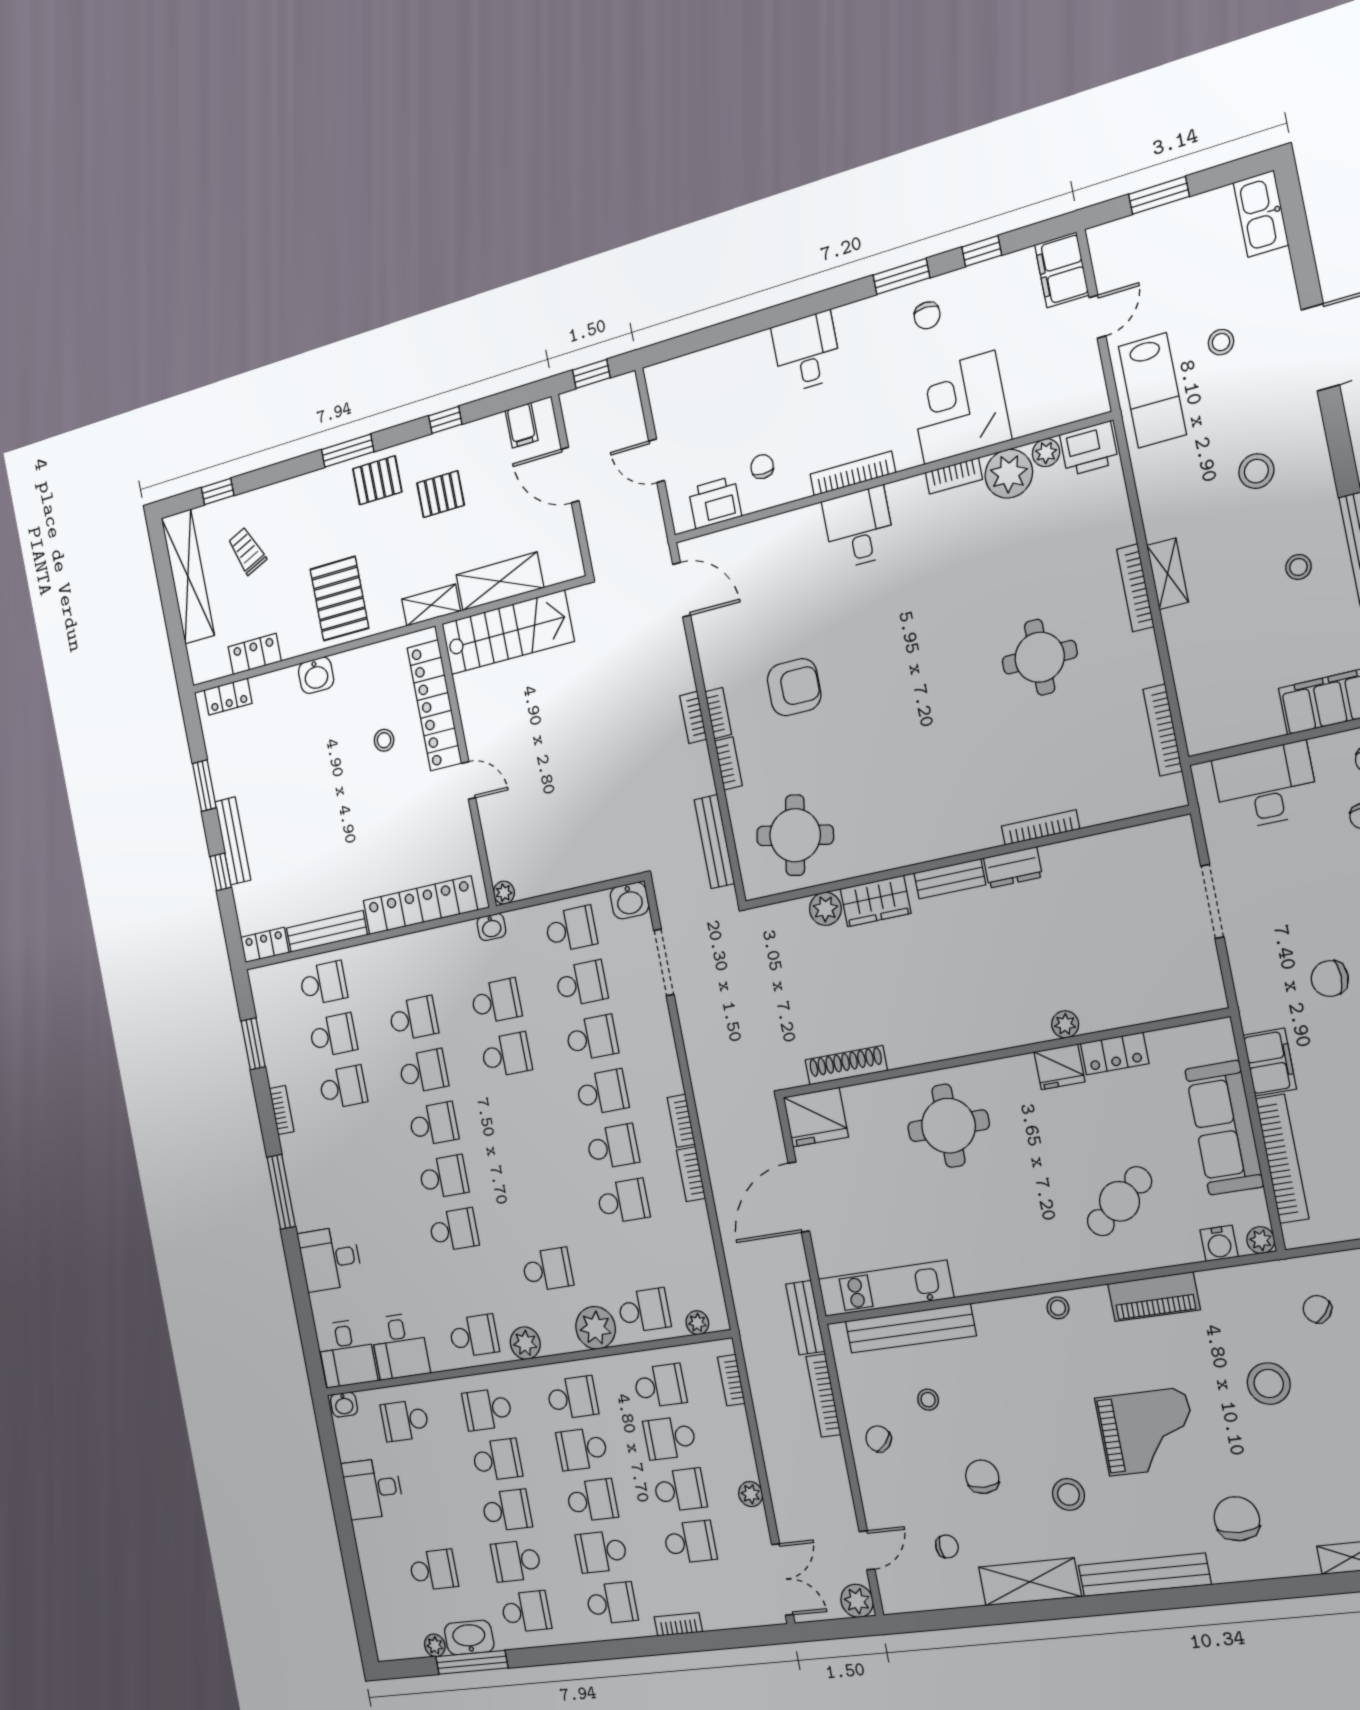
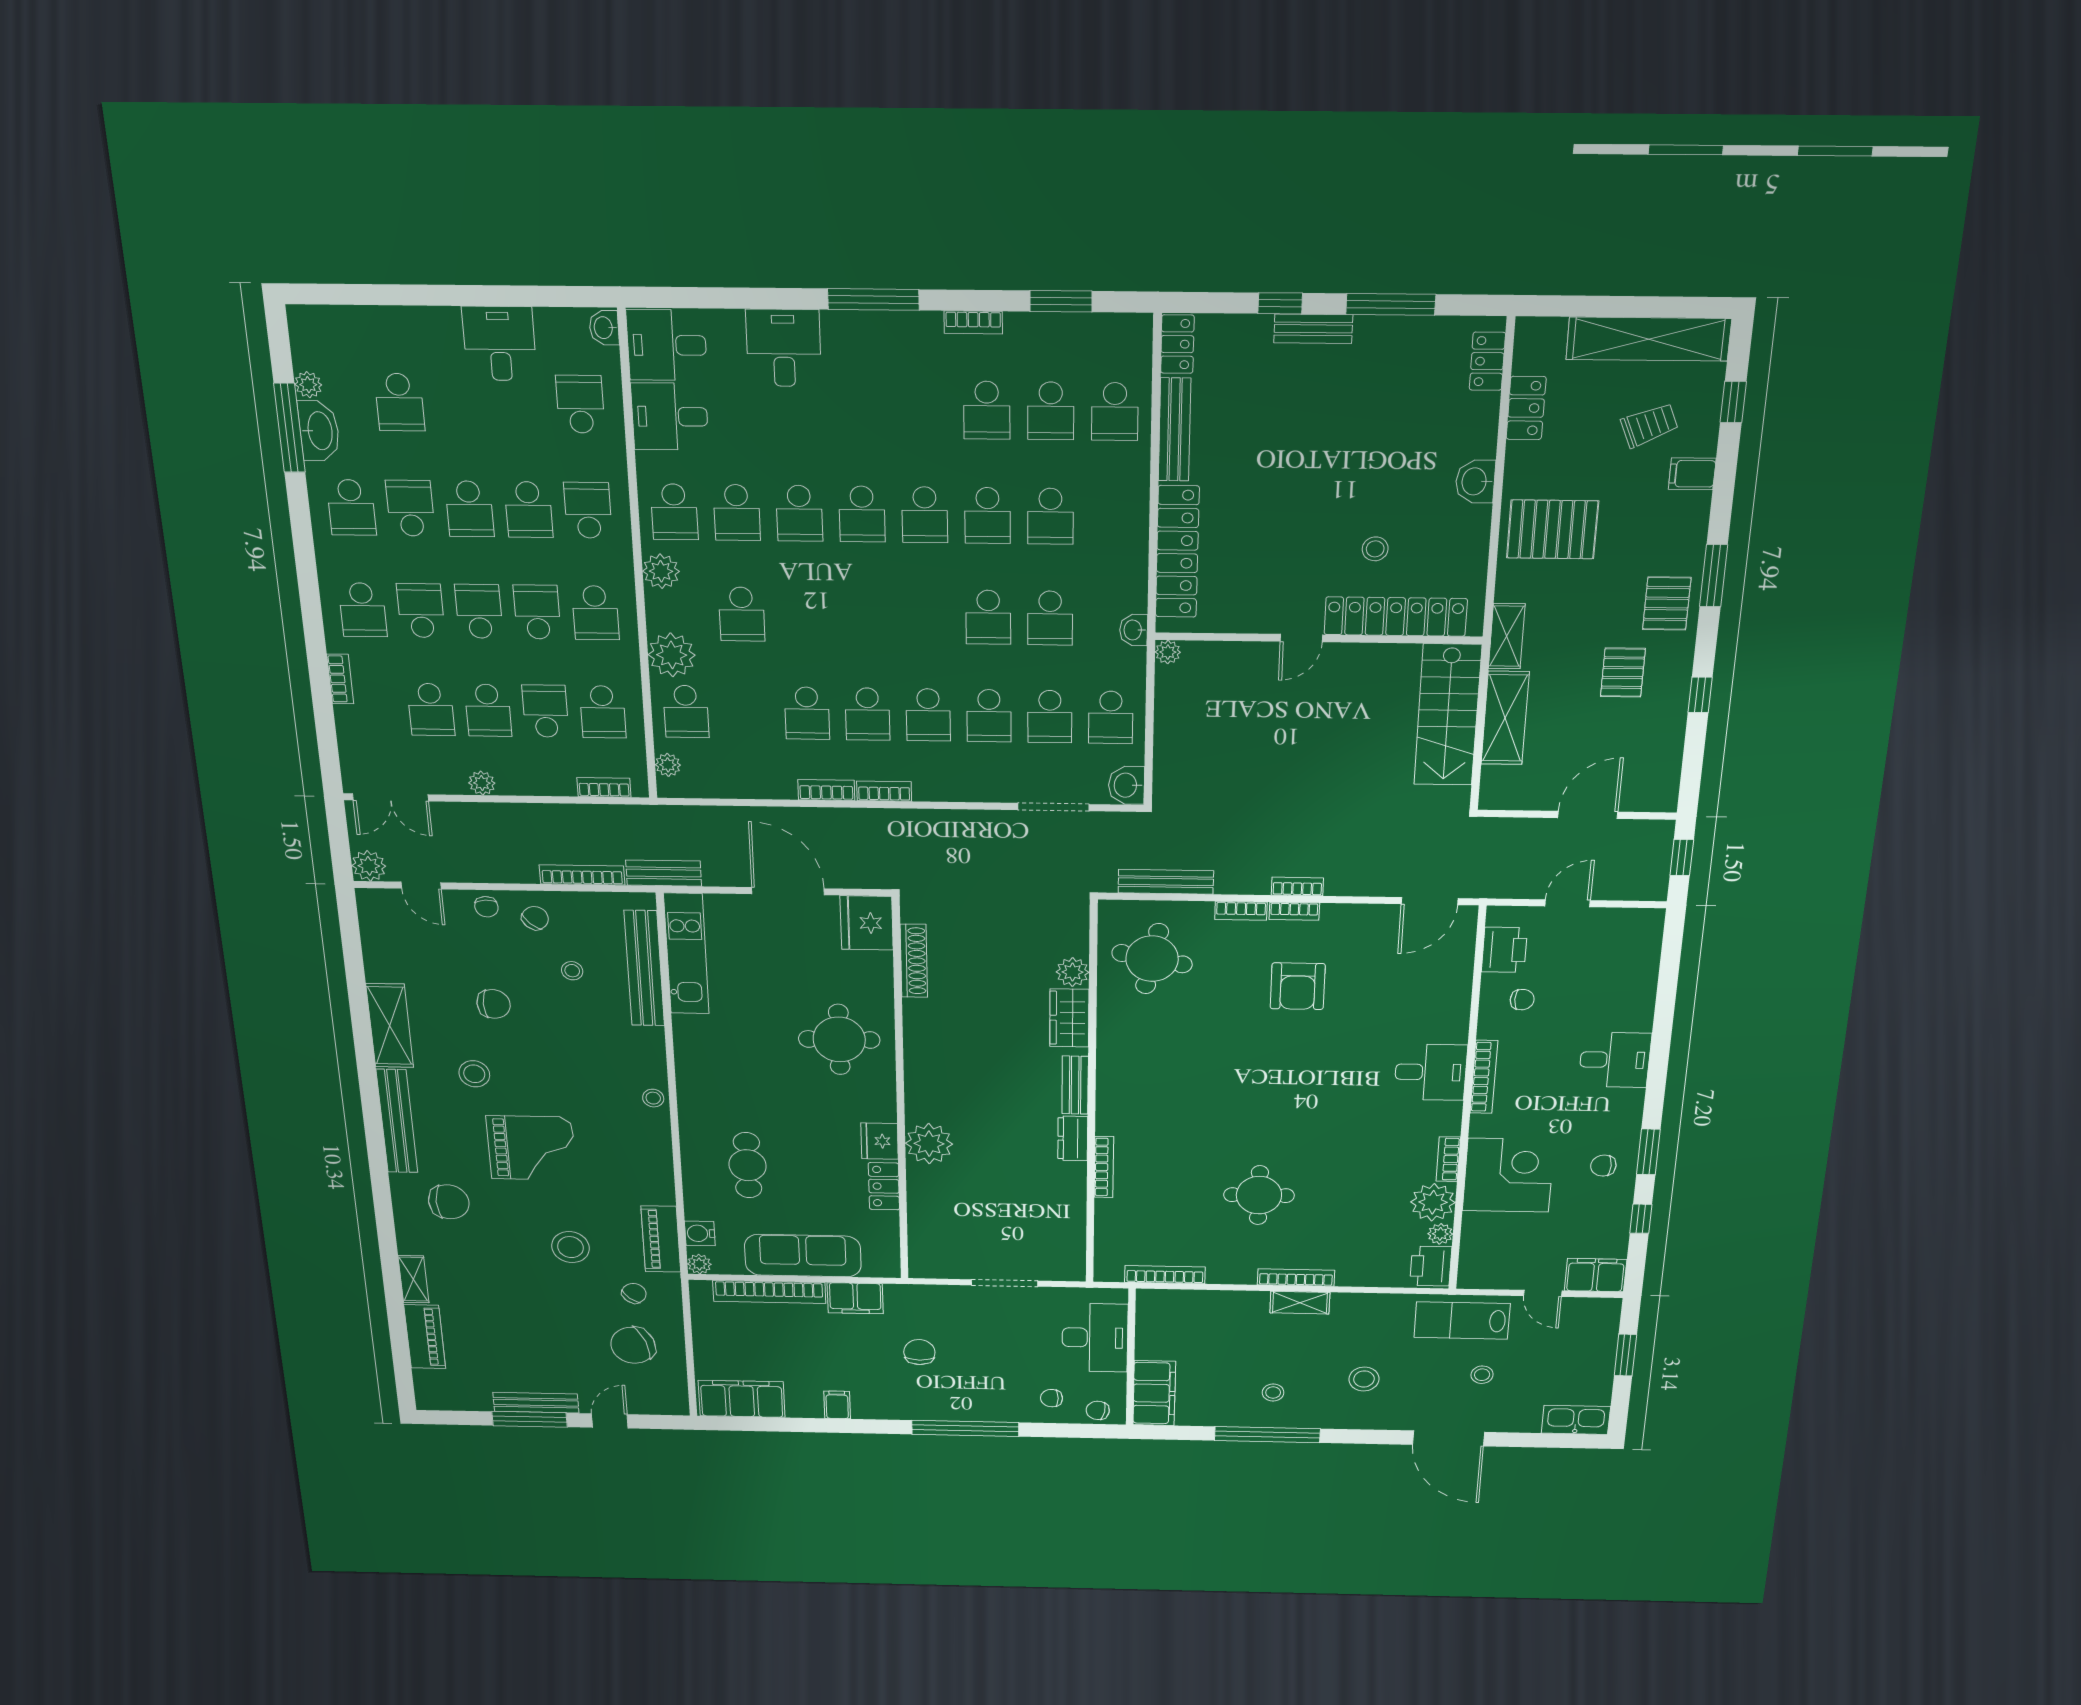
filing cabinet: (522, 425) -> (1692, 474), moved
window: (204, 786) -> (1391, 304), width x1.44
bench: (233, 841) -> (1313, 329), width x0.73
plant: (1065, 1024) -> (929, 1144), width x1.87, depth x1.87
cafe table: (1119, 1201) -> (748, 1165), turned 39
school desk: (464, 1283) -> (737, 513), added
piano: (1154, 1297) -> (661, 1239), moved
grand piano: (1147, 1432) -> (531, 1148), turned -90
school desk: (592, 1500) -> (479, 611), turned 180
chair: (947, 1546) -> (486, 907), moved

